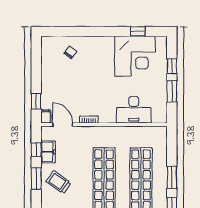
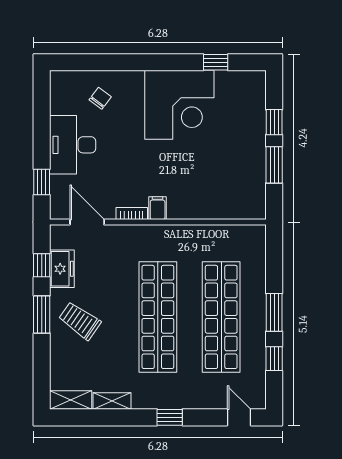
corner desk: (135, 56) -> (179, 105), moved
desk: (134, 110) -> (73, 145), moved, turned 90
filing cabinet: (46, 117) -> (158, 208), moved

